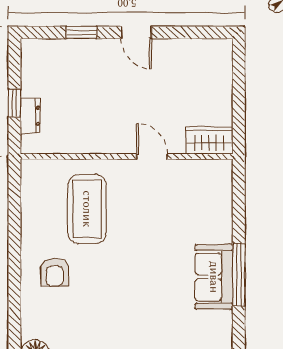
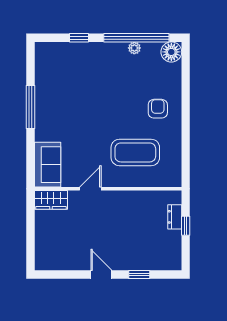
door: (152, 157) -> (90, 189), swing flipped
coffee table: (87, 209) -> (135, 152), turned 90
sofa: (214, 277) -> (48, 165), moved

